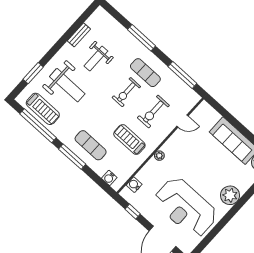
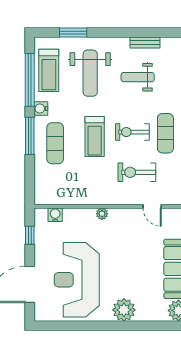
treadmill: (129, 139) -> (95, 137), moved, turned 180
water cooler: (109, 178) -> (41, 109), moved

